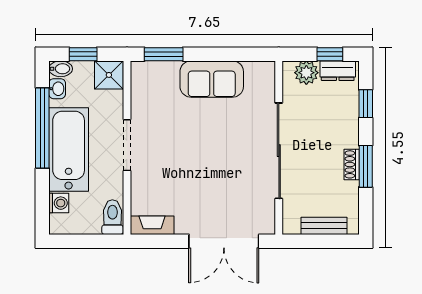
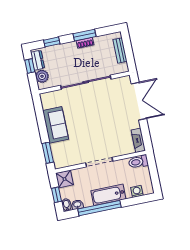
bathtub: (69, 150) -> (108, 195), width x0.73, depth x0.73

